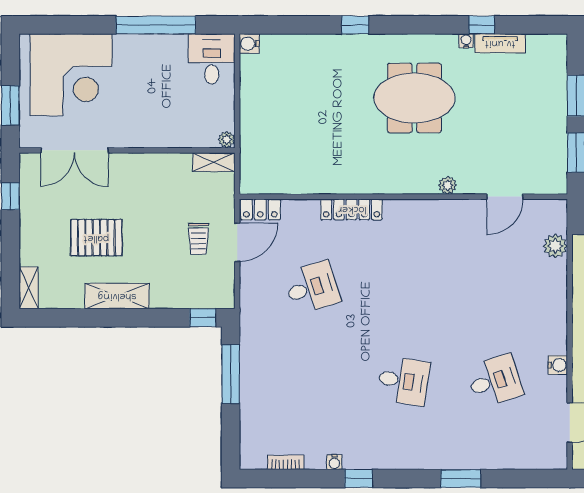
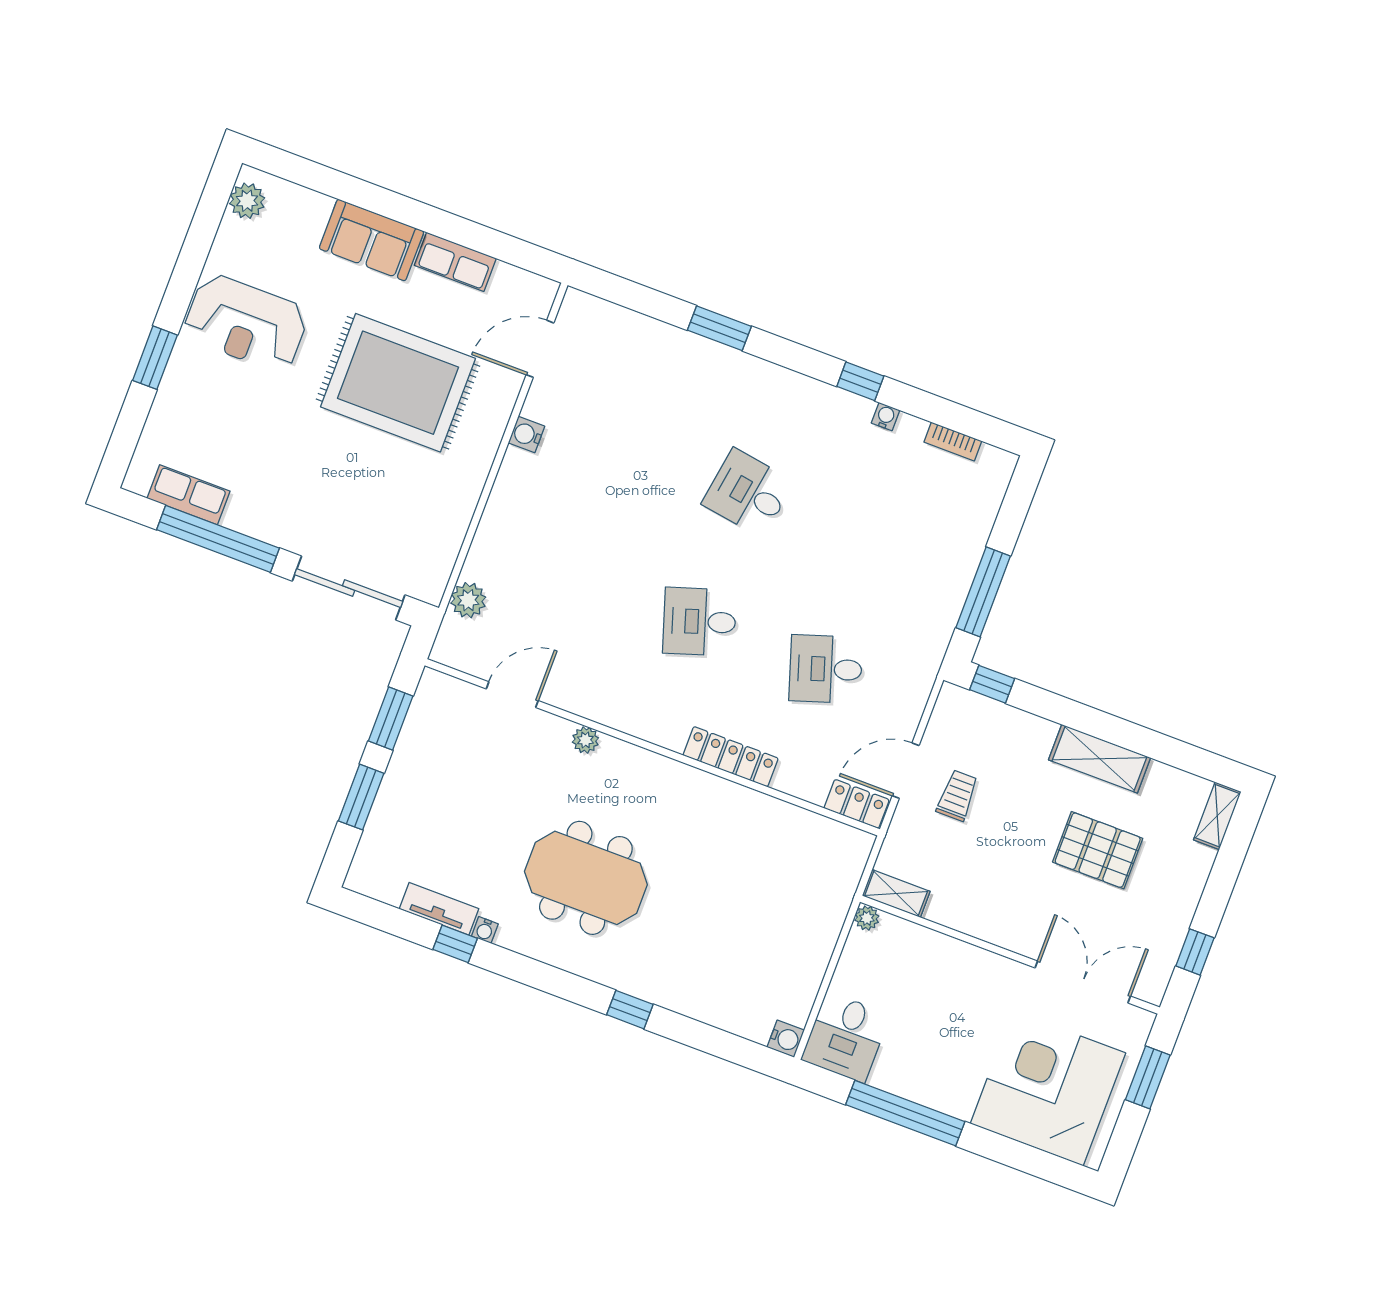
desk: (495, 381) -> (700, 622), moved

